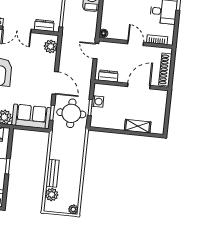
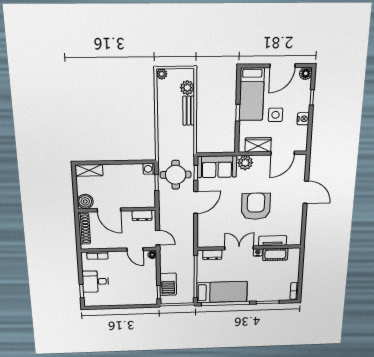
door: (136, 43) -> (135, 249), moved
plant: (51, 46) -> (204, 236), removed
door: (55, 83) -> (196, 202), swing flipped
door: (139, 86) -> (109, 210), hinge flipped
boiler: (160, 97) -> (85, 201), added
washing machine: (98, 101) -> (149, 169), moved
shelving: (138, 126) -> (89, 170), moved

